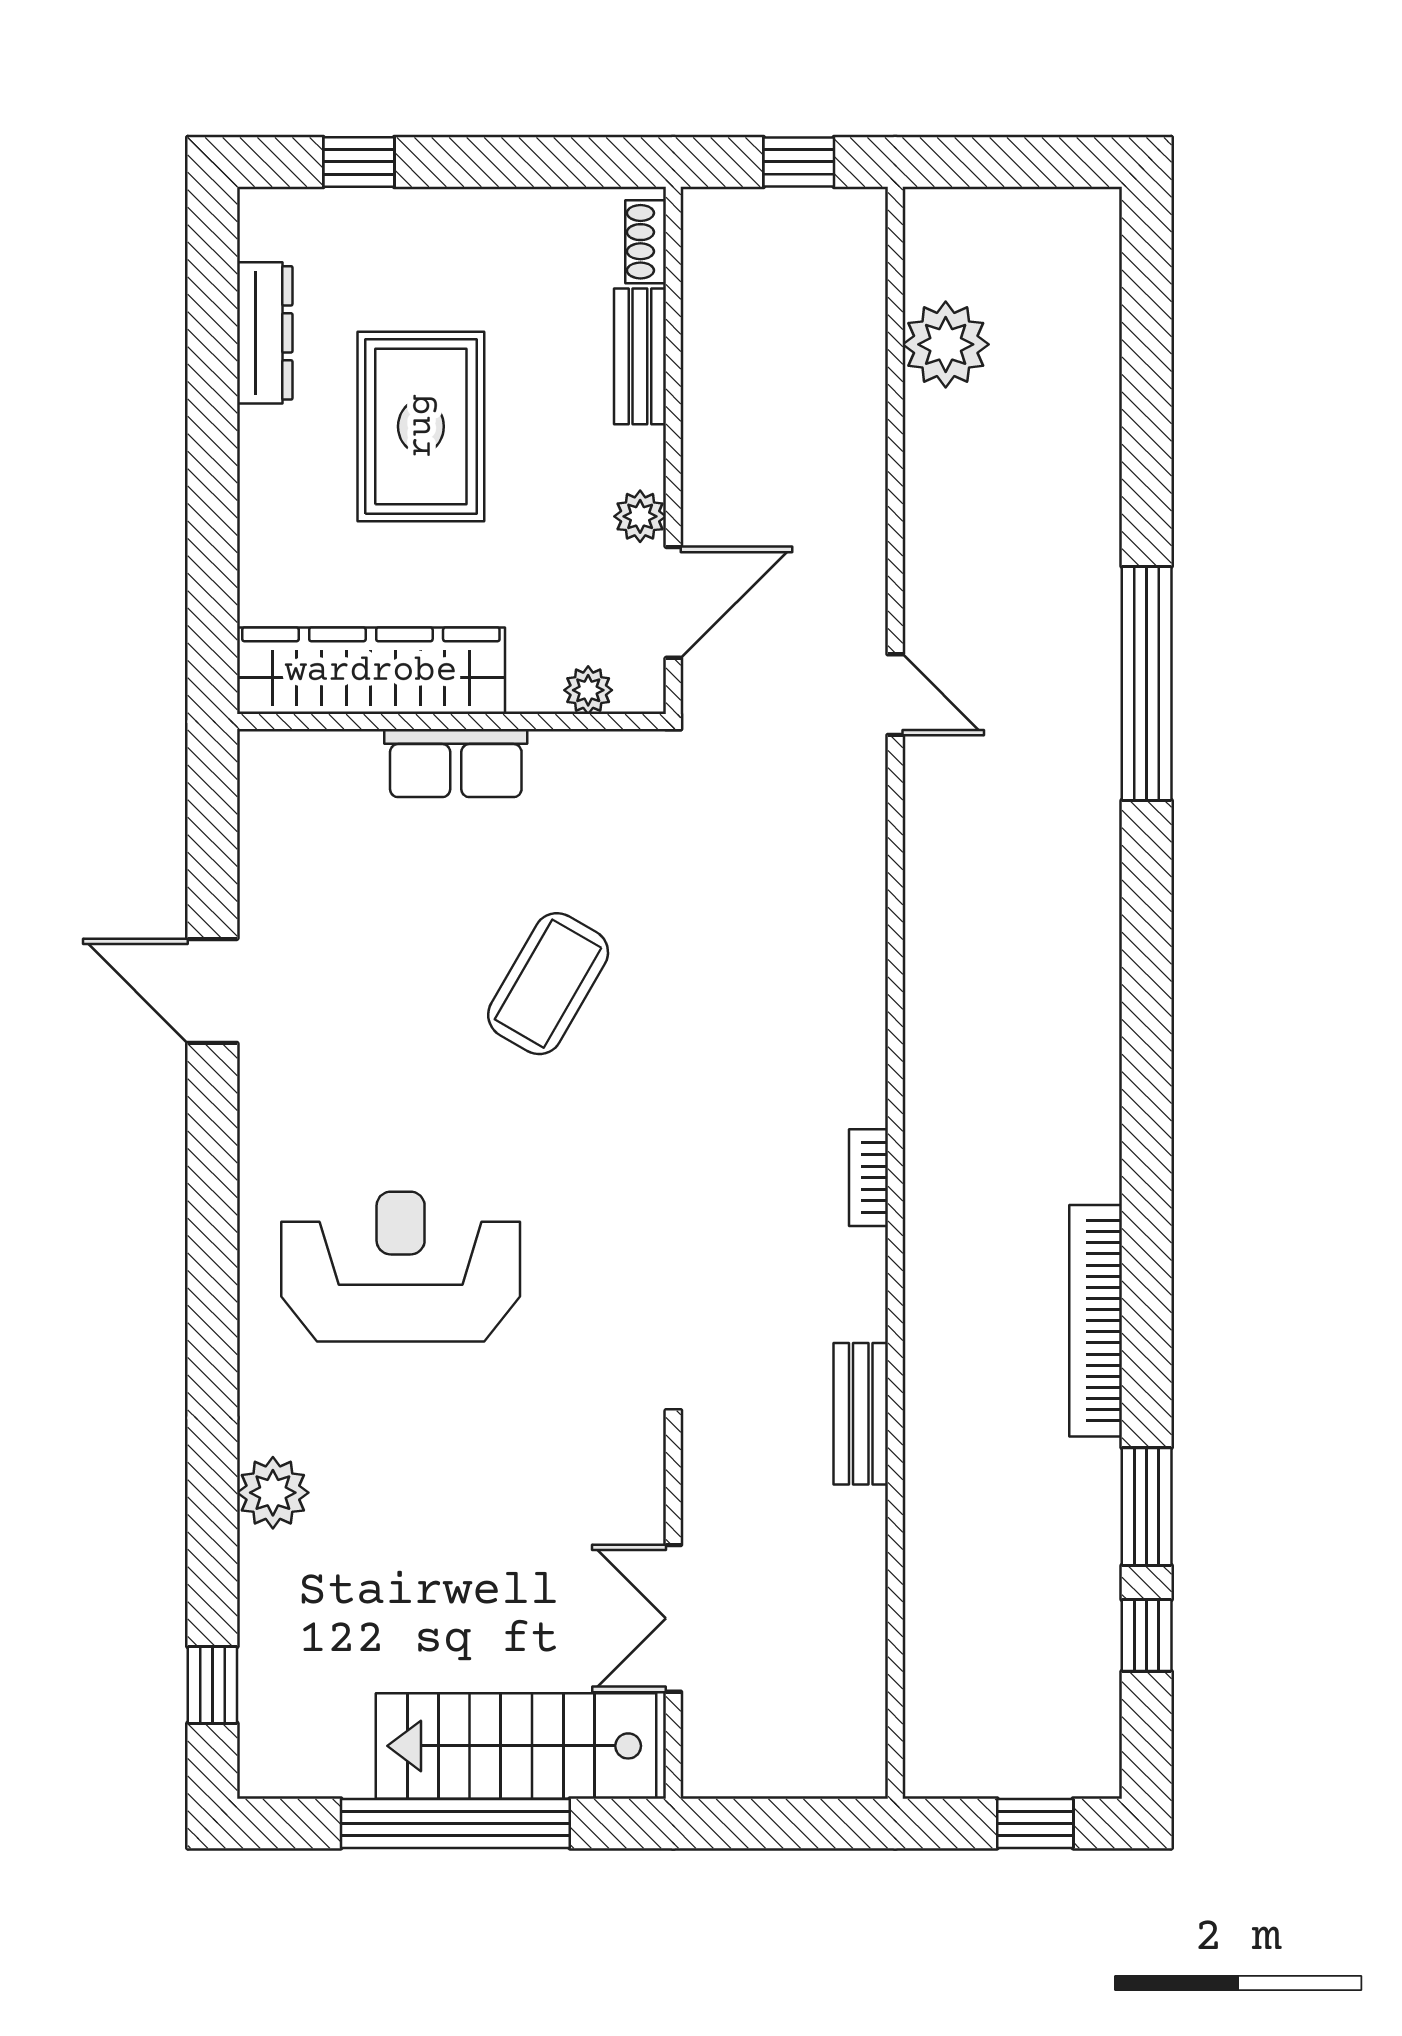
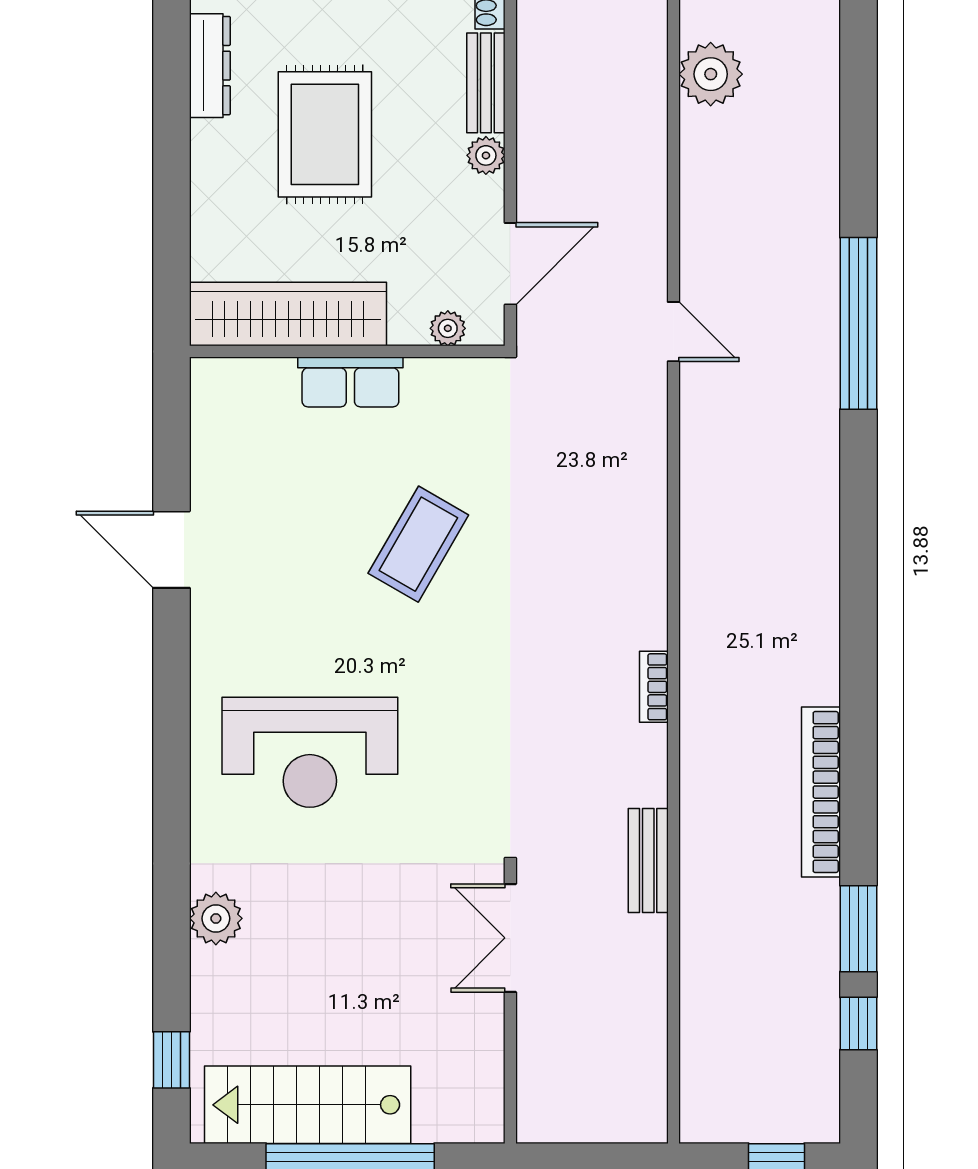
plant: (640, 516) -> (486, 155), moved
reception desk: (401, 1267) -> (310, 752), turned 180
double door: (673, 1618) -> (510, 938), moved
stairs: (516, 1746) -> (308, 1105), moved

